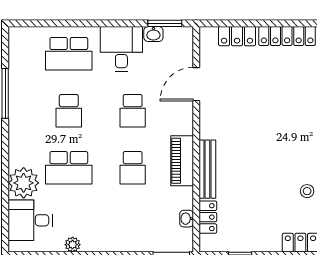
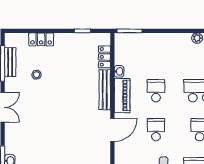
door: (196, 84) -> (112, 130), moved
washbasin: (187, 219) -> (119, 71), moved

